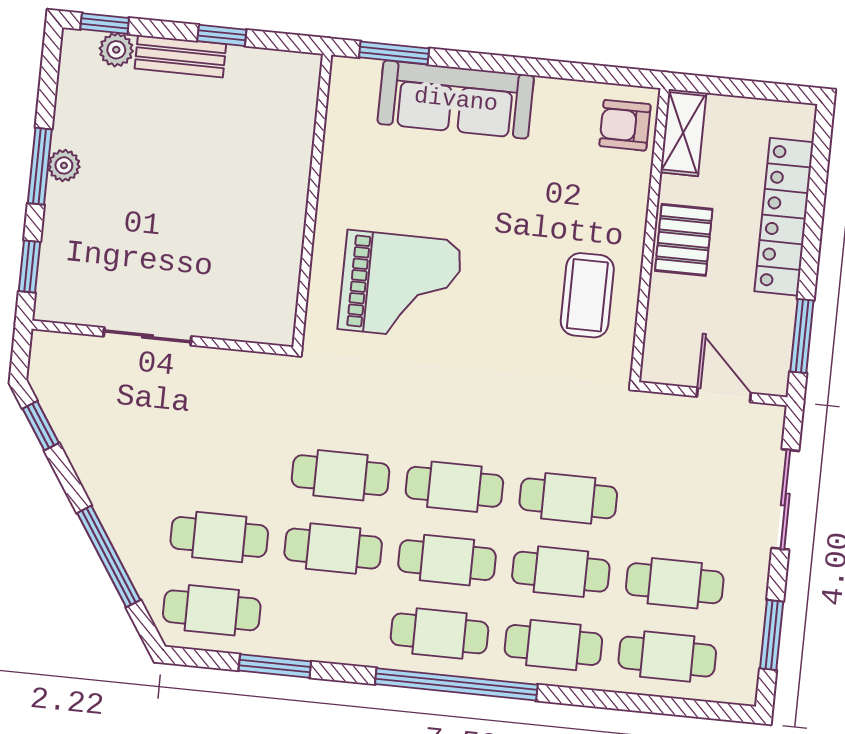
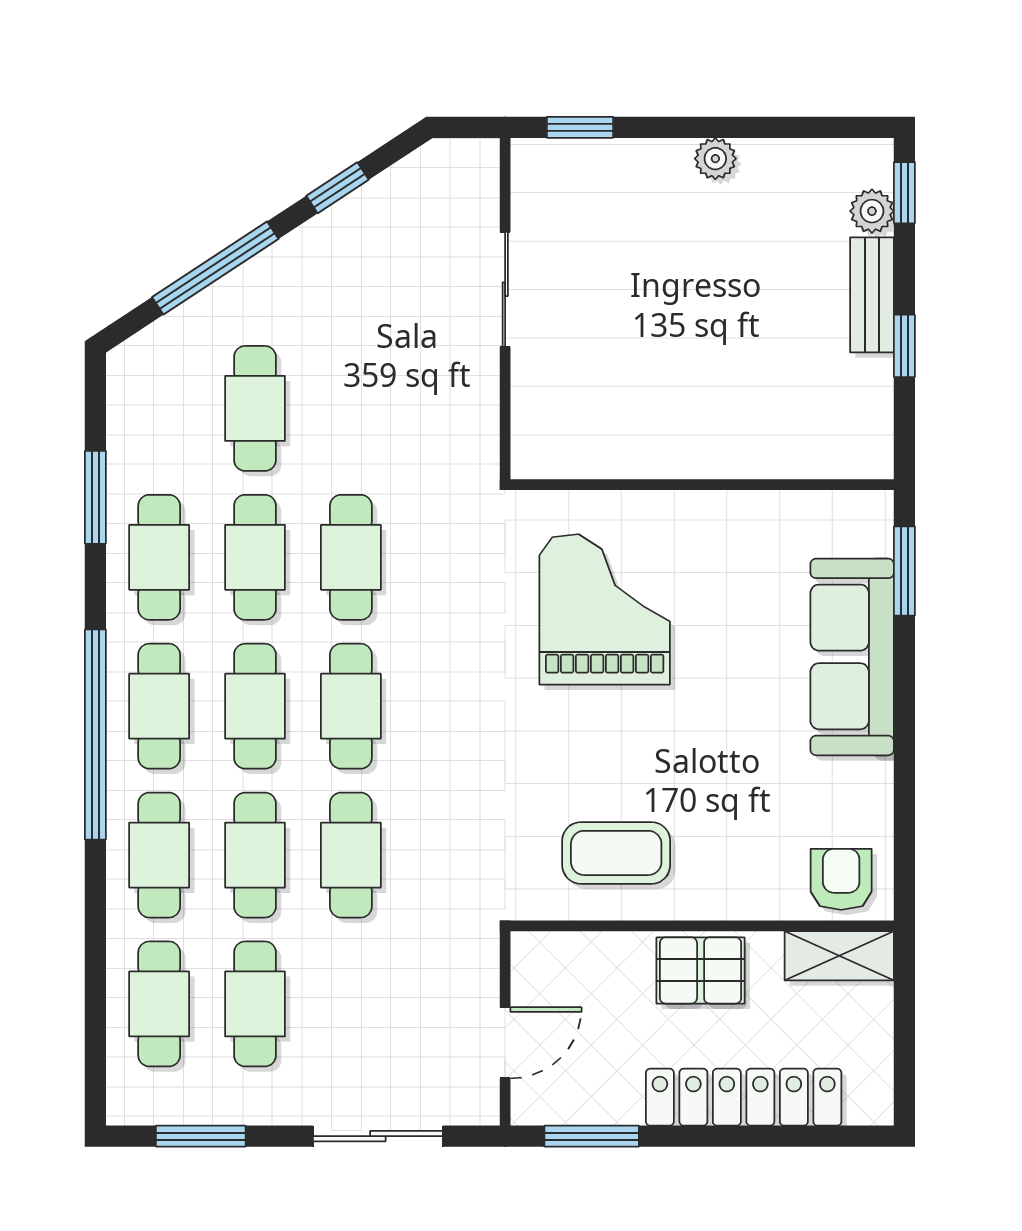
window: (40, 166) -> (711, 127), removed
grand piano: (400, 285) -> (605, 609), turned 180
window: (41, 426) -> (337, 188), moved
cafe table: (212, 610) -> (159, 557), moved

